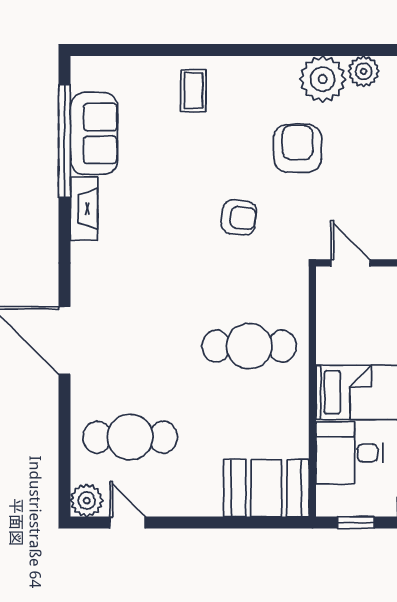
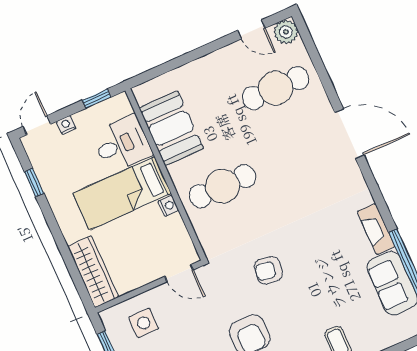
nightstand: (327, 352) -> (168, 206), added
booth: (266, 488) -> (171, 128), moved, turned 90

